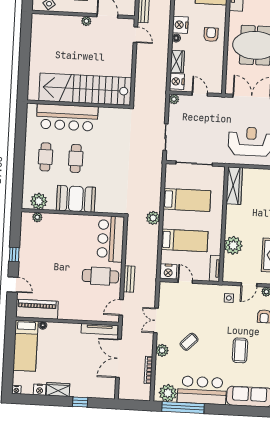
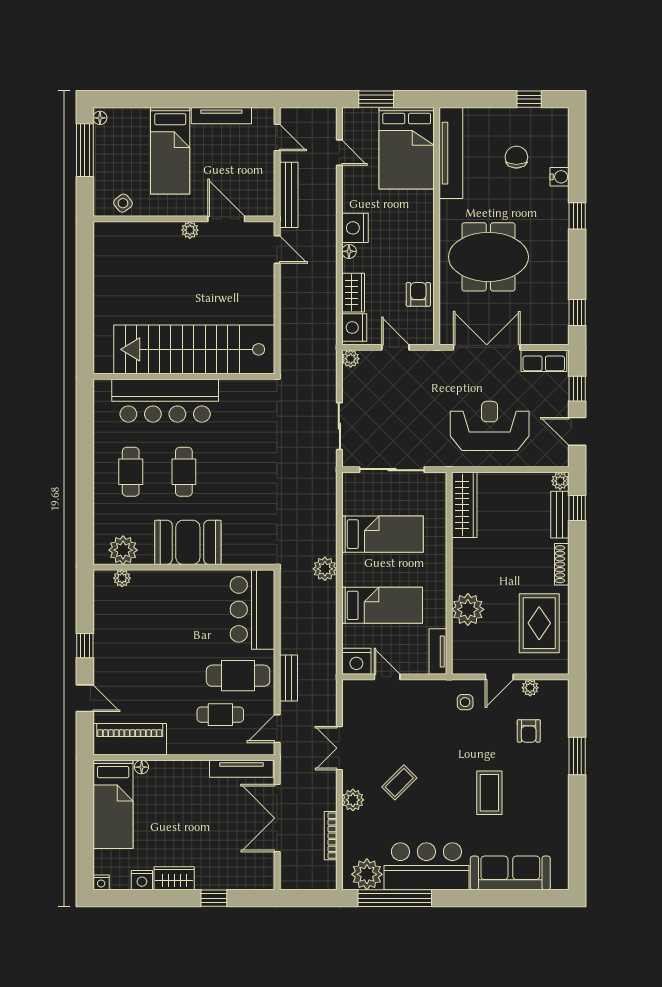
armchair: (211, 35) -> (418, 294), moved
cafe table: (89, 298) -> (220, 715), added

